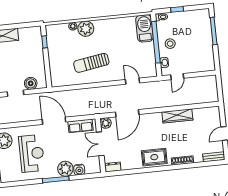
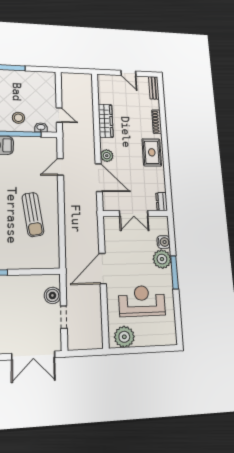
plant: (106, 123) -> (107, 156), moved
row of seats: (81, 126) -> (111, 236), removed

